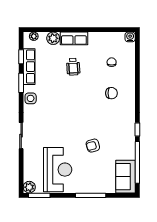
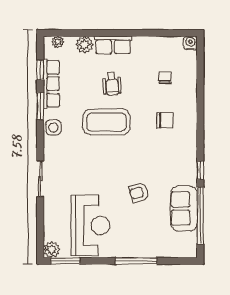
coffee table: (69, 94) -> (106, 122), added
sofa: (125, 177) -> (184, 209), moved

